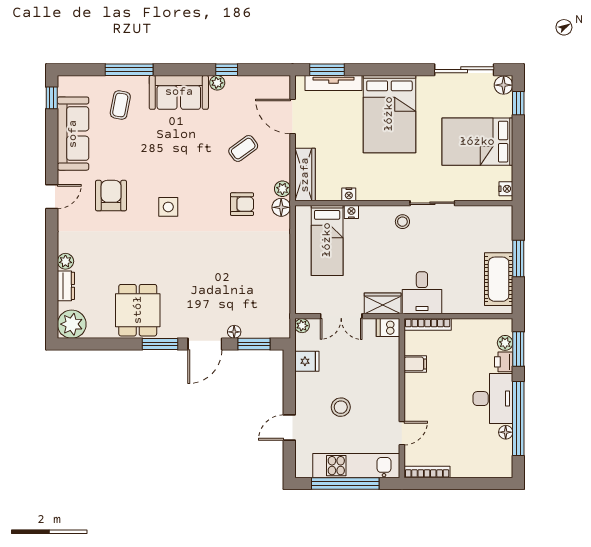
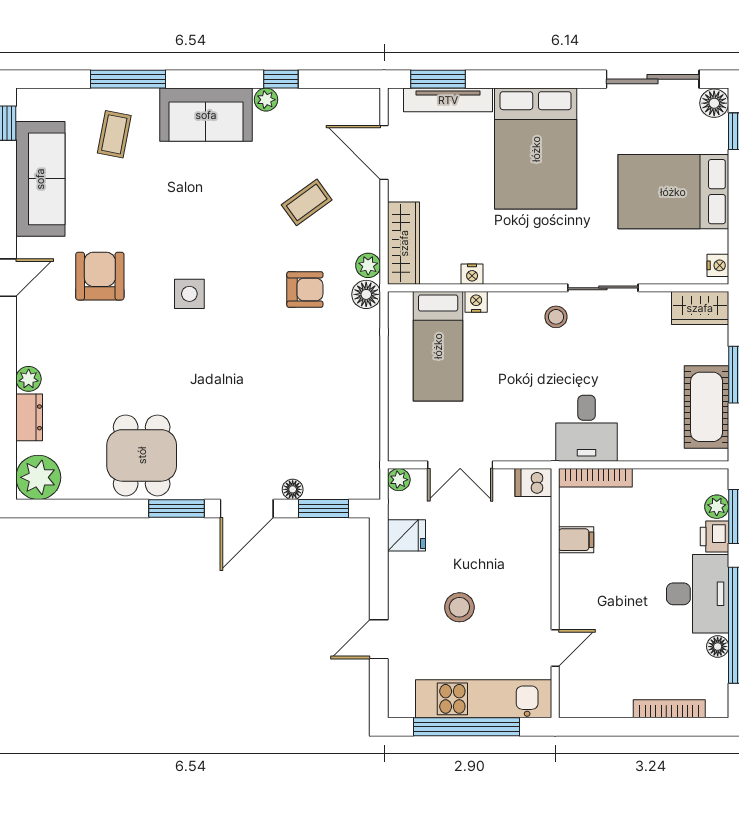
wardrobe: (383, 303) -> (700, 308), moved, turned 180
bookcase: (427, 472) -> (669, 709), moved

